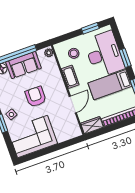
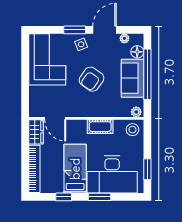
stool: (74, 53) -> (132, 130), moved
armchair: (36, 97) -> (92, 79), turned 125
door: (73, 104) -> (55, 118), moved

